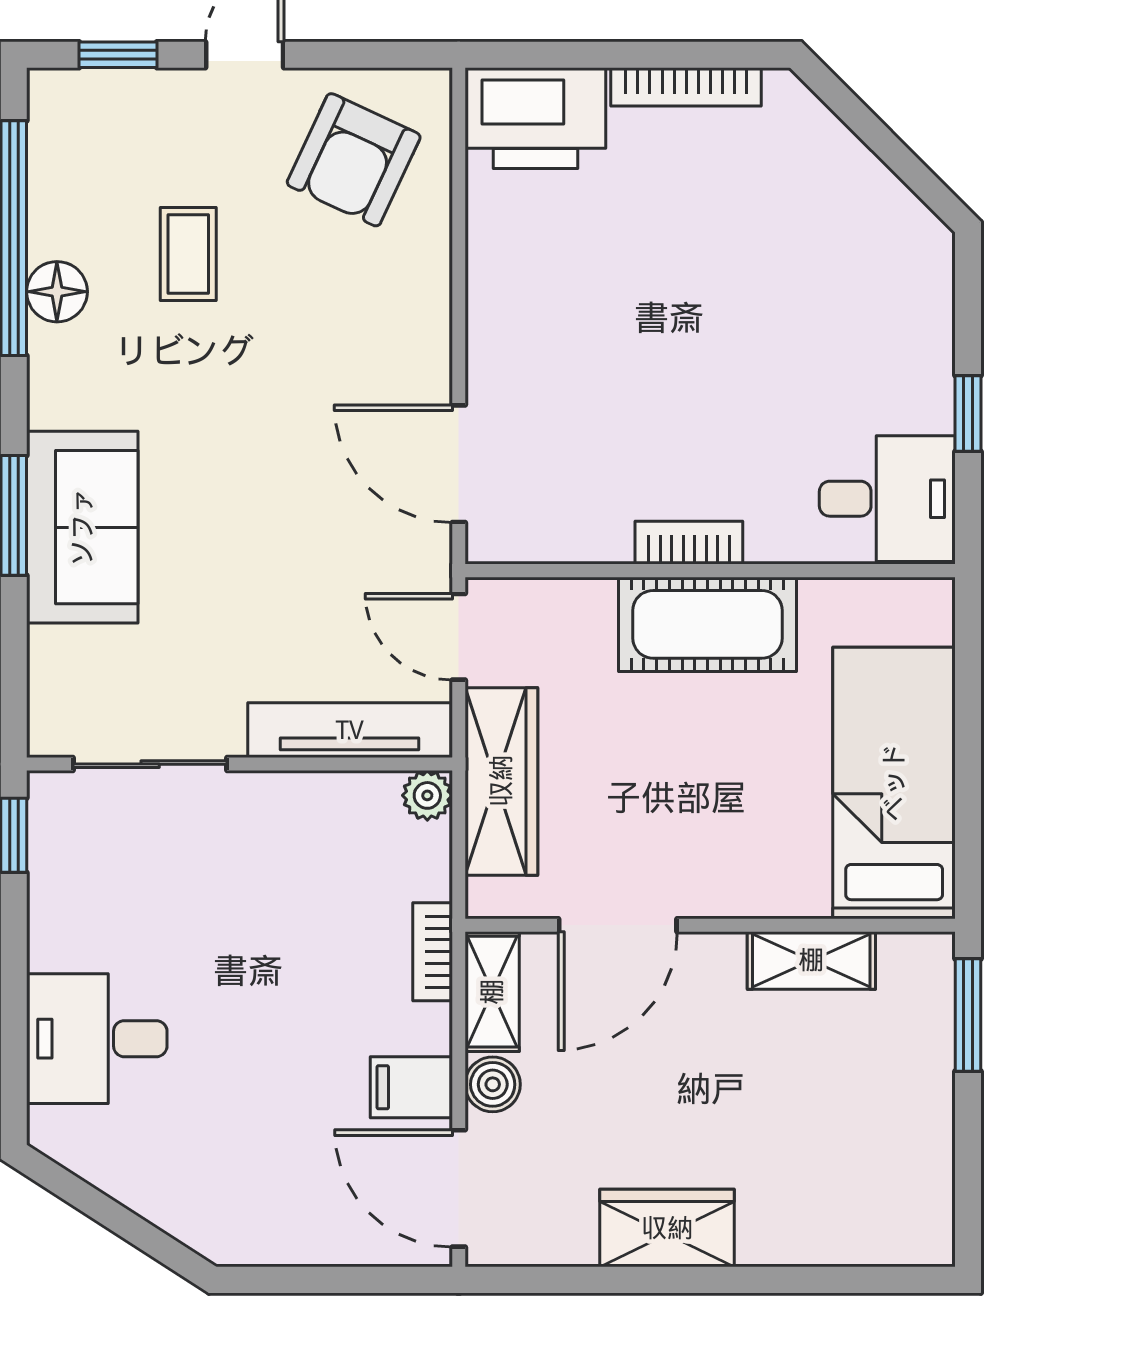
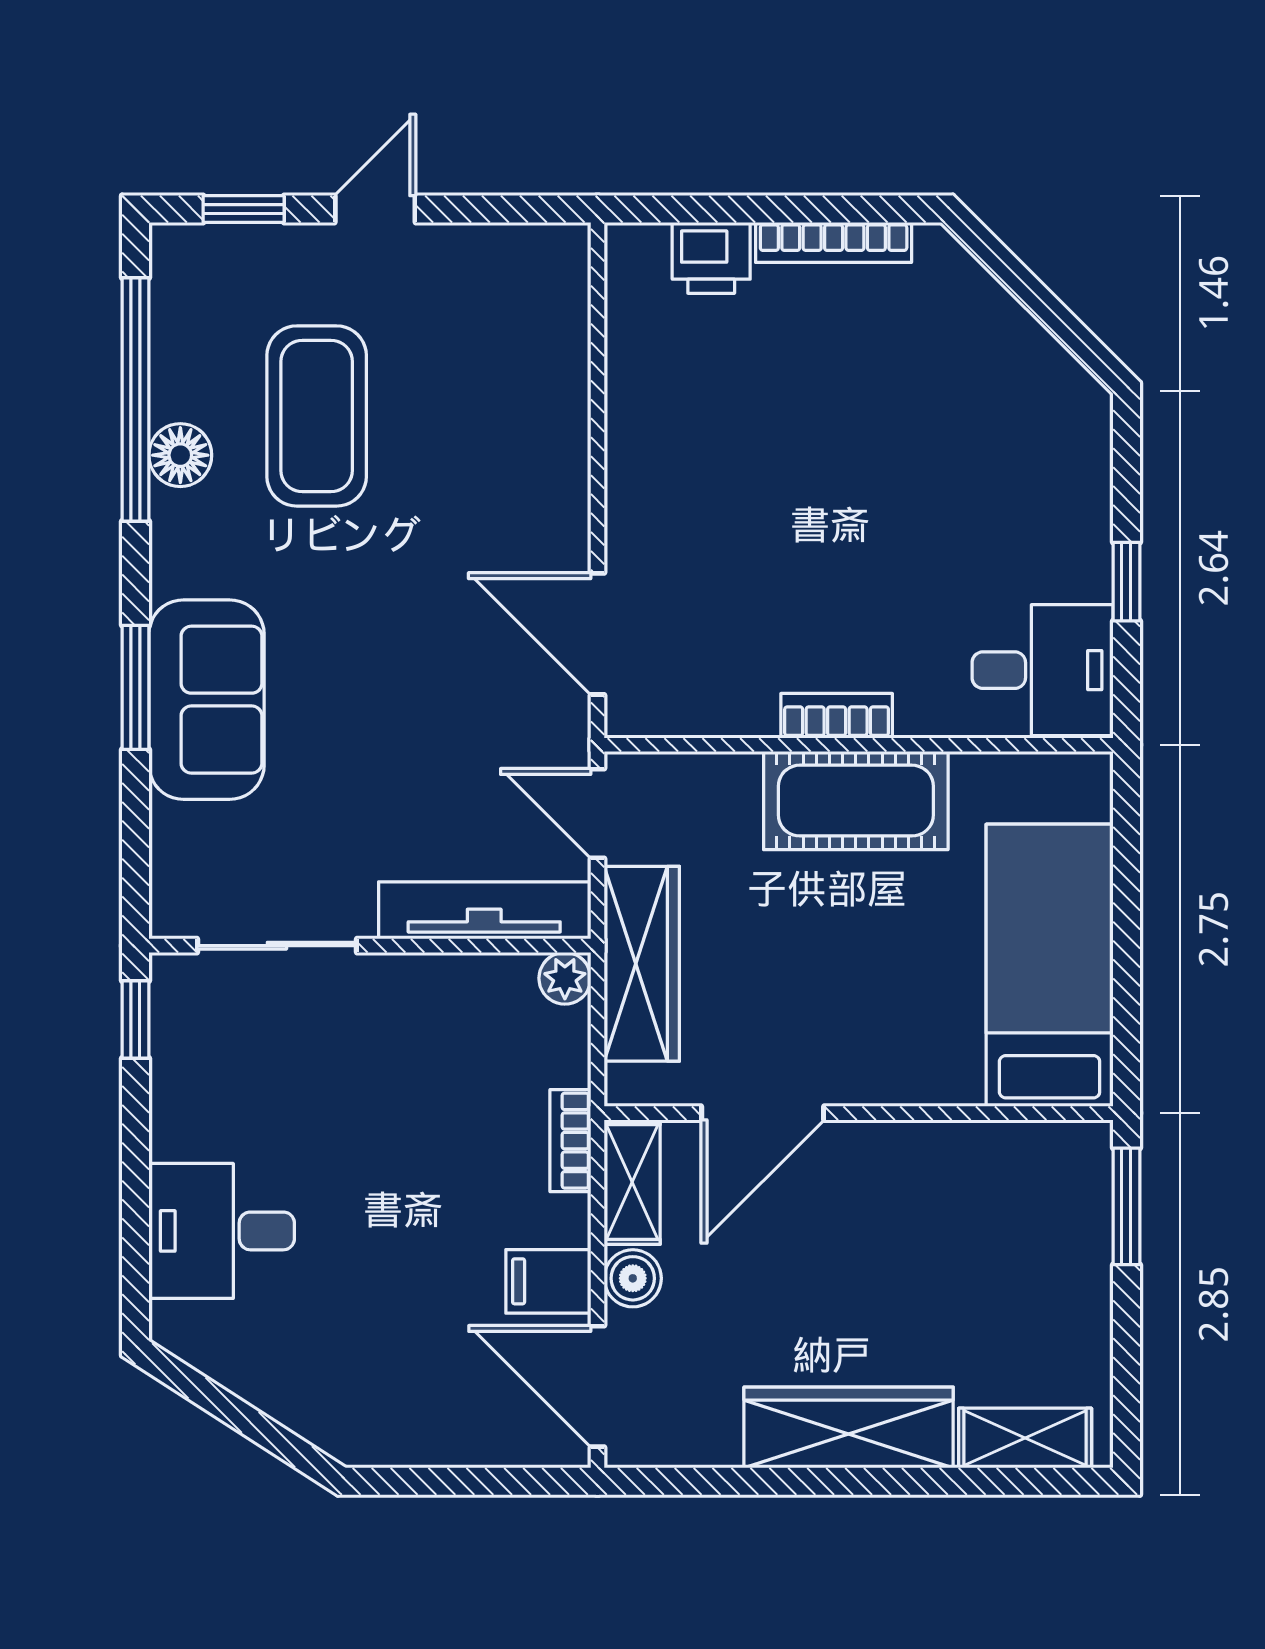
printer: (535, 118) -> (711, 258), width x0.53, depth x0.68
armchair: (354, 160) -> (488, 318), removed
coffee table: (188, 254) -> (317, 416), width x1.86, depth x1.72
shelving: (811, 960) -> (1025, 1438), moved
wardrobe: (667, 1228) -> (849, 1428), width x1.50

